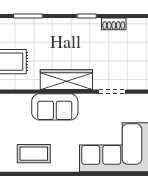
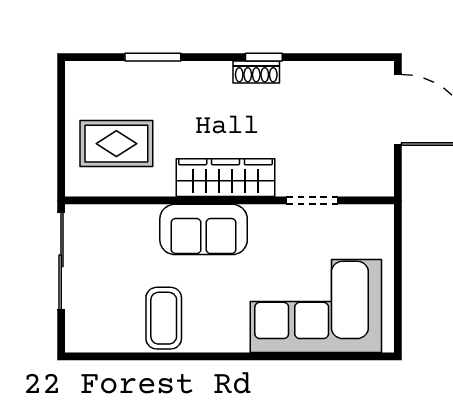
shoe rack: (114, 24) -> (256, 72), moved
coffee table: (34, 154) -> (164, 318), turned 90

